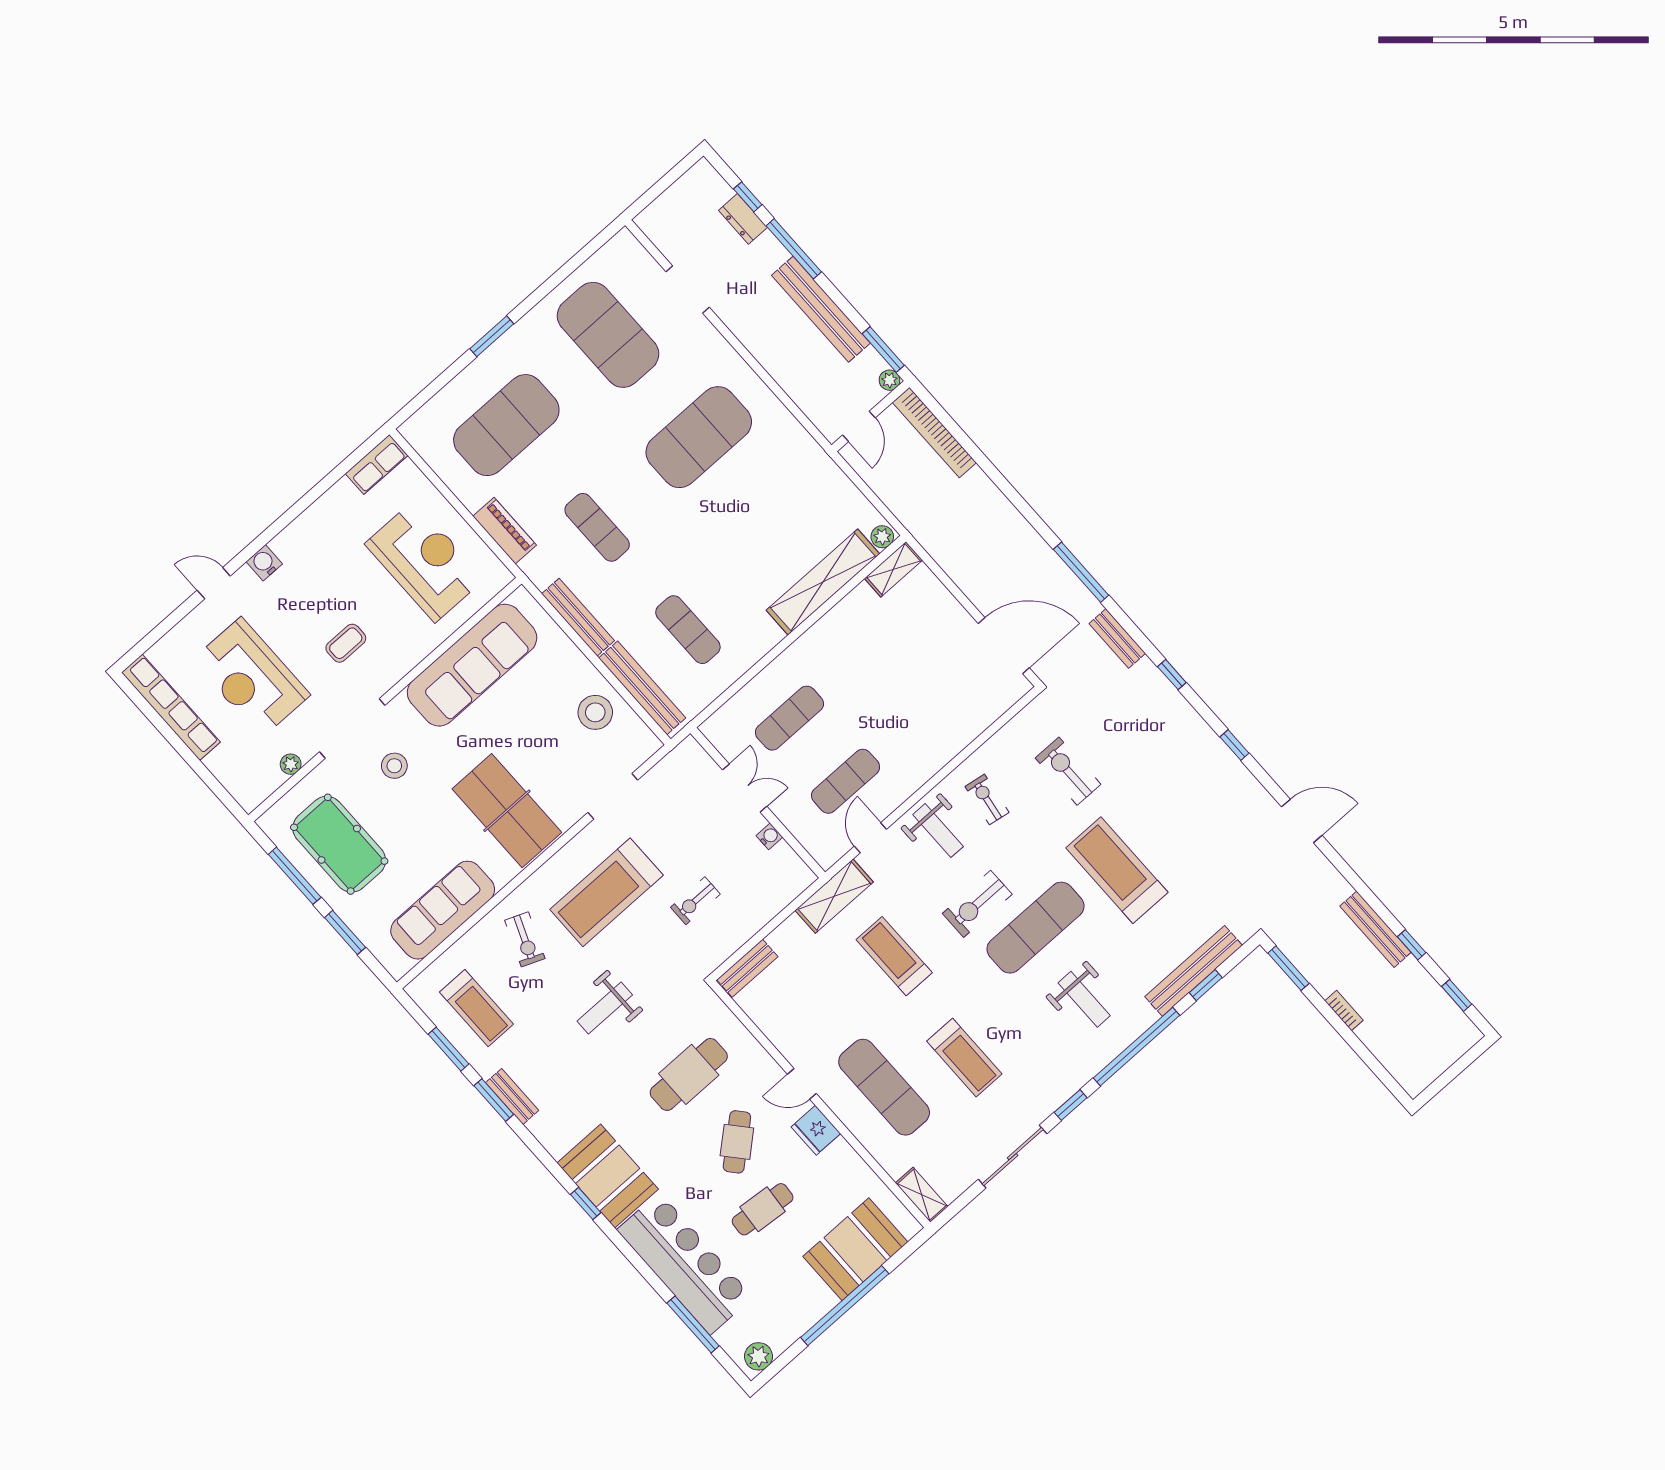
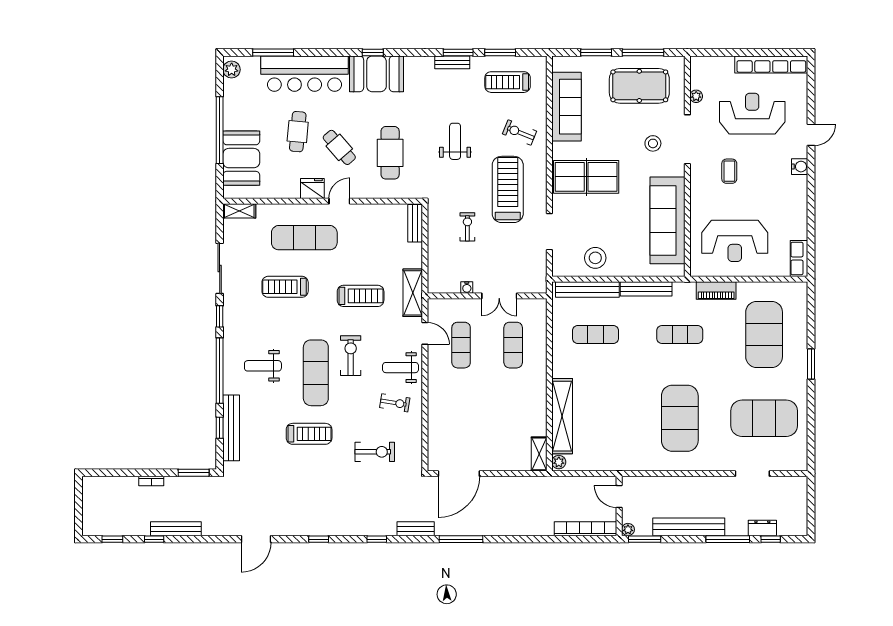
treadmill: (1117, 870) -> (309, 434), width x0.73, depth x0.73

